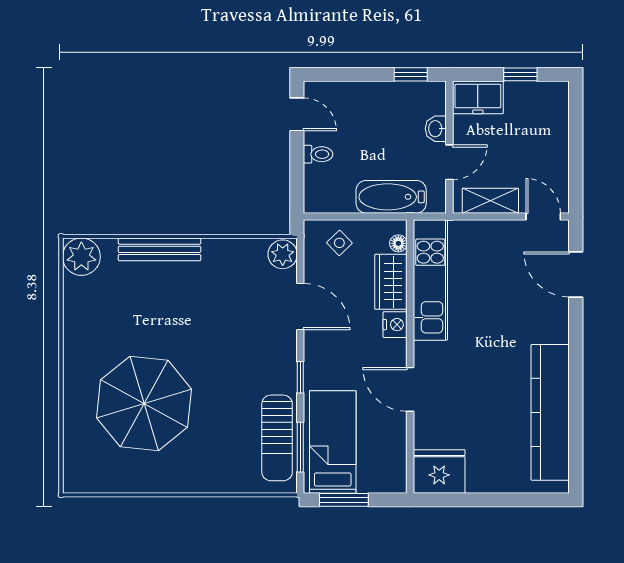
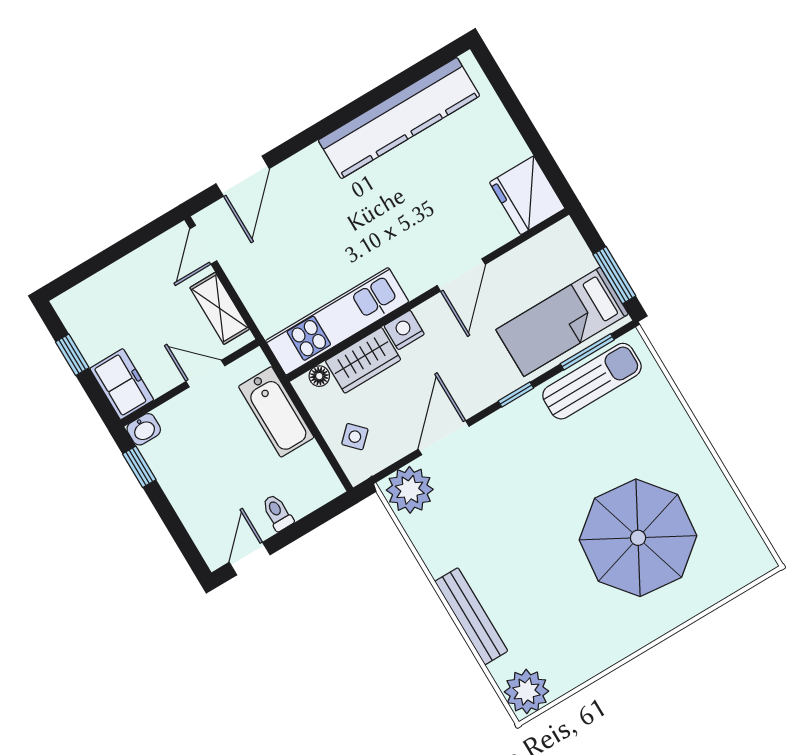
washbasin: (436, 129) -> (144, 429), moved
plant: (283, 254) -> (410, 490), width x1.36, depth x1.36

